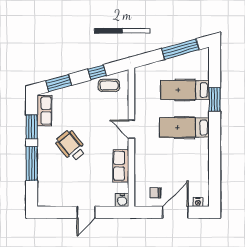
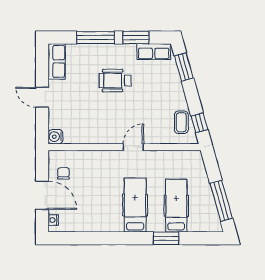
window: (97, 72) -> (199, 123), moved
wheelchair: (71, 146) -> (115, 81), turned -141
row of seats: (121, 166) -> (57, 61), moved, turned 90

